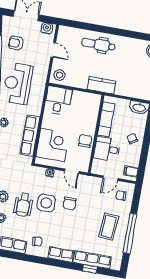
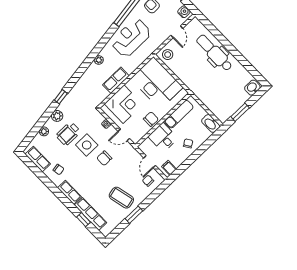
dental chair: (99, 45) -> (214, 53), width x1.36, depth x1.38
kitchen counter: (101, 85) -> (194, 85), removed
desk: (58, 100) -> (157, 83), width x1.87, depth x1.30
row of seats: (30, 136) -> (116, 80), width x0.68
door: (72, 171) -> (124, 135), hinge flipped
door: (111, 178) -> (150, 162), hinge flipped
coffee table: (109, 227) -> (121, 198), turned 73
window: (130, 233) -> (134, 215), width x0.47

